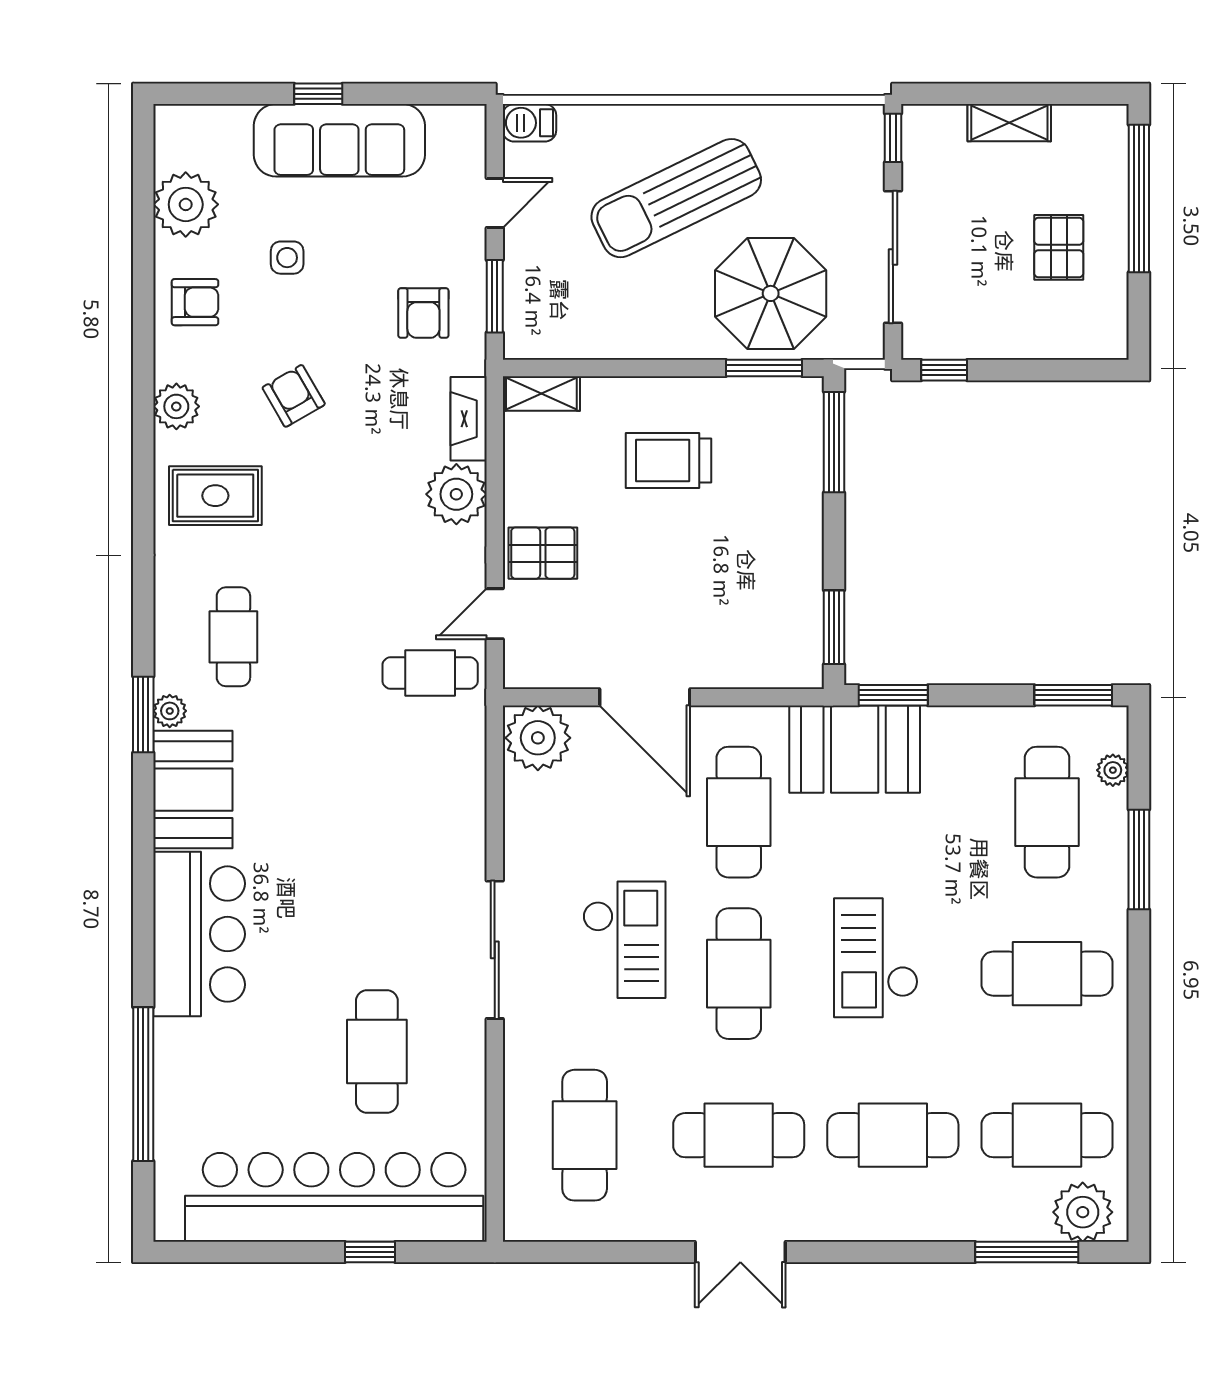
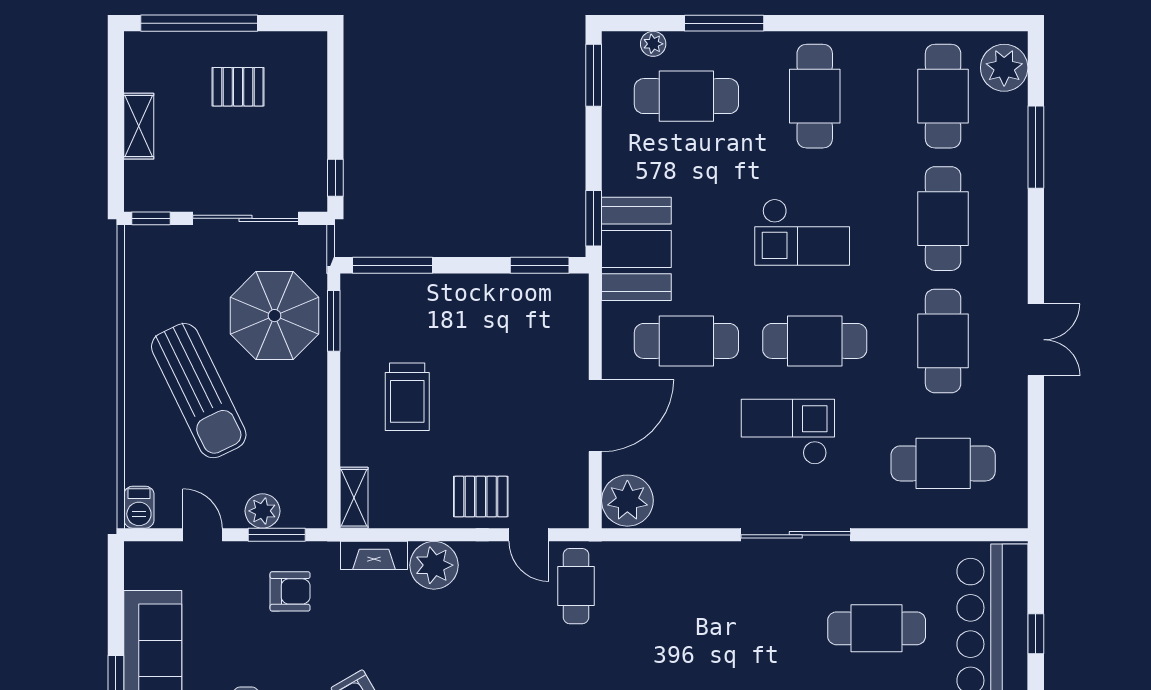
plant: (525, 278) -> (262, 511), added
pallet: (543, 553) -> (481, 497), turned 90
window: (1027, 1252) -> (1036, 147), moved

